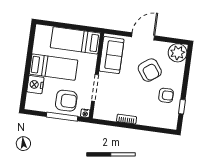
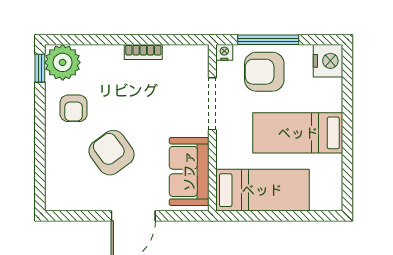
plant: (178, 53) -> (63, 62), moved
nightstand: (35, 85) -> (328, 61), moved
armchair: (166, 95) -> (74, 108), turned -90
window: (182, 107) -> (40, 68), moved

